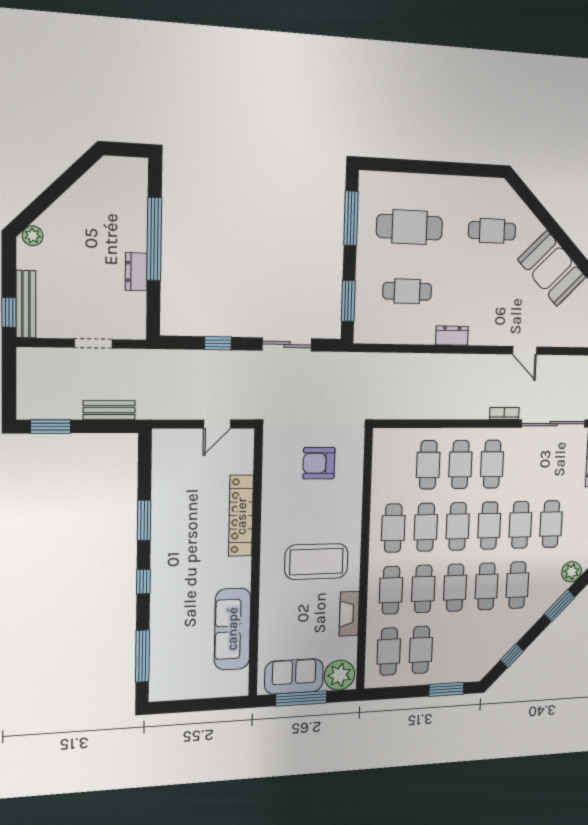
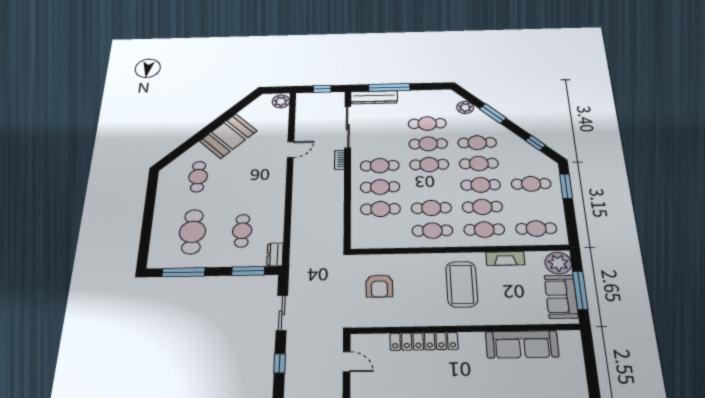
dresser: (452, 336) -> (275, 255), moved
cafe table: (458, 526) -> (430, 186), removed
cafe table: (421, 650) -> (531, 184), moved

